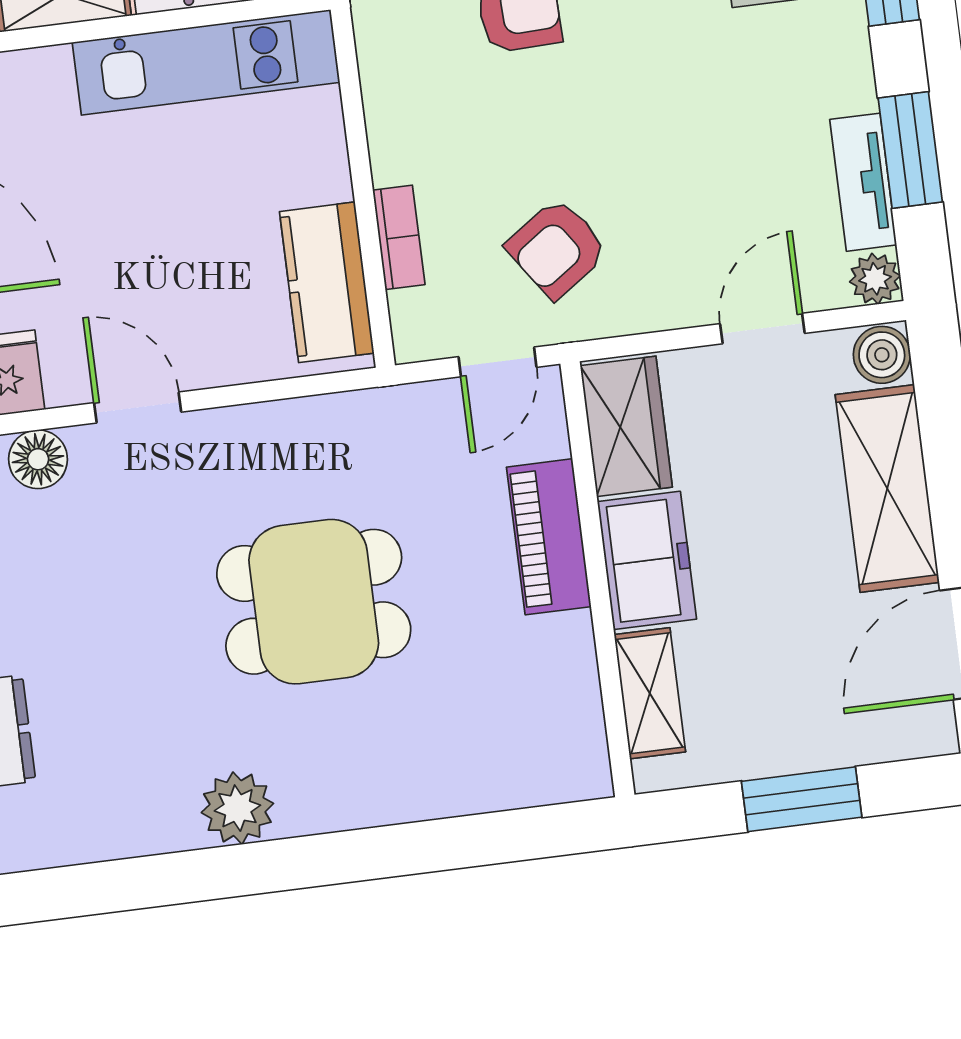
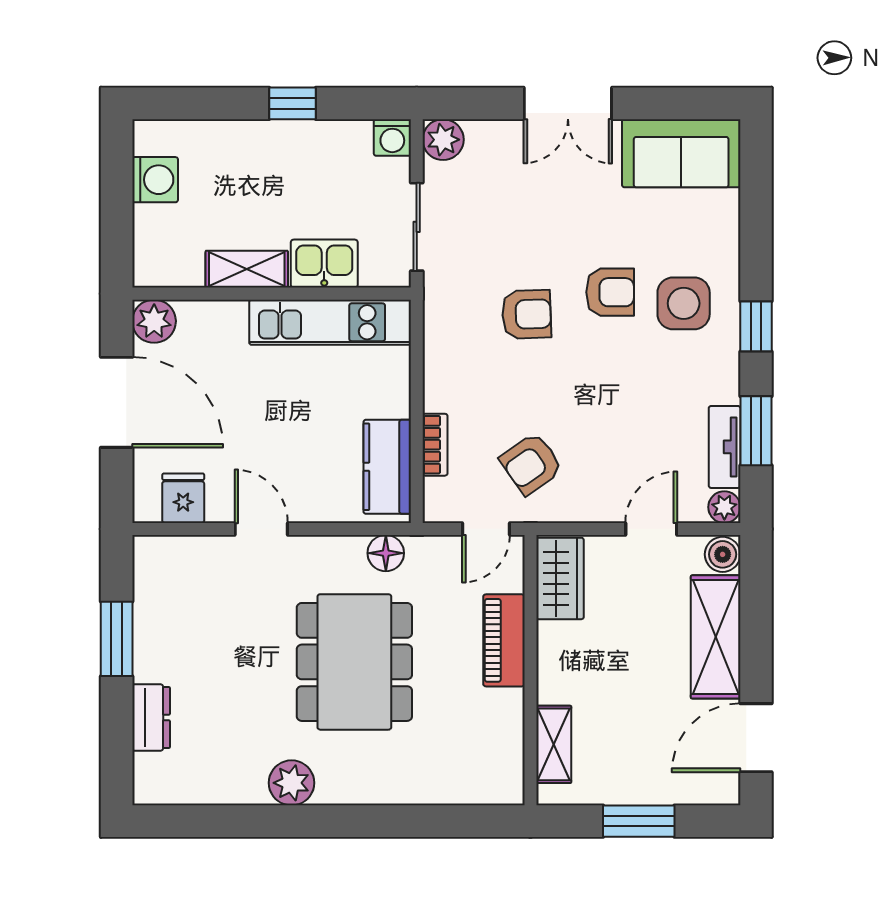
floor lamp: (38, 459) -> (386, 553), moved
freezer: (647, 560) -> (562, 662), removed
dining table: (314, 602) -> (354, 662), width x1.38

